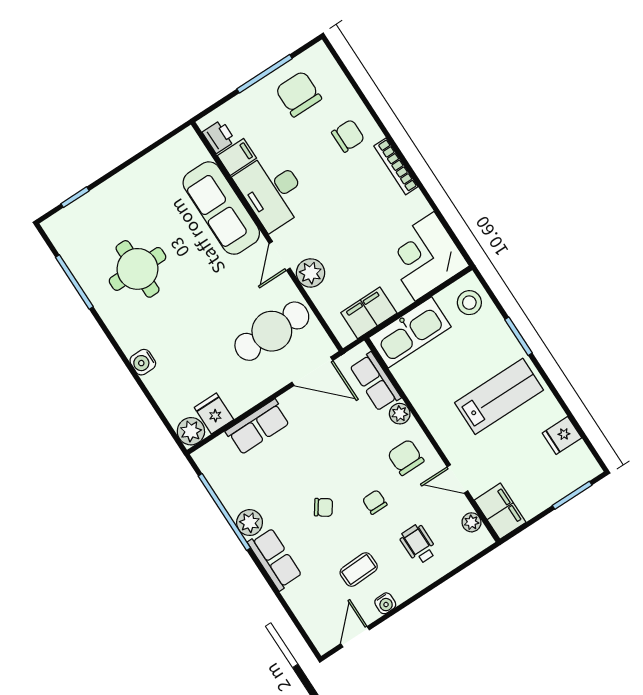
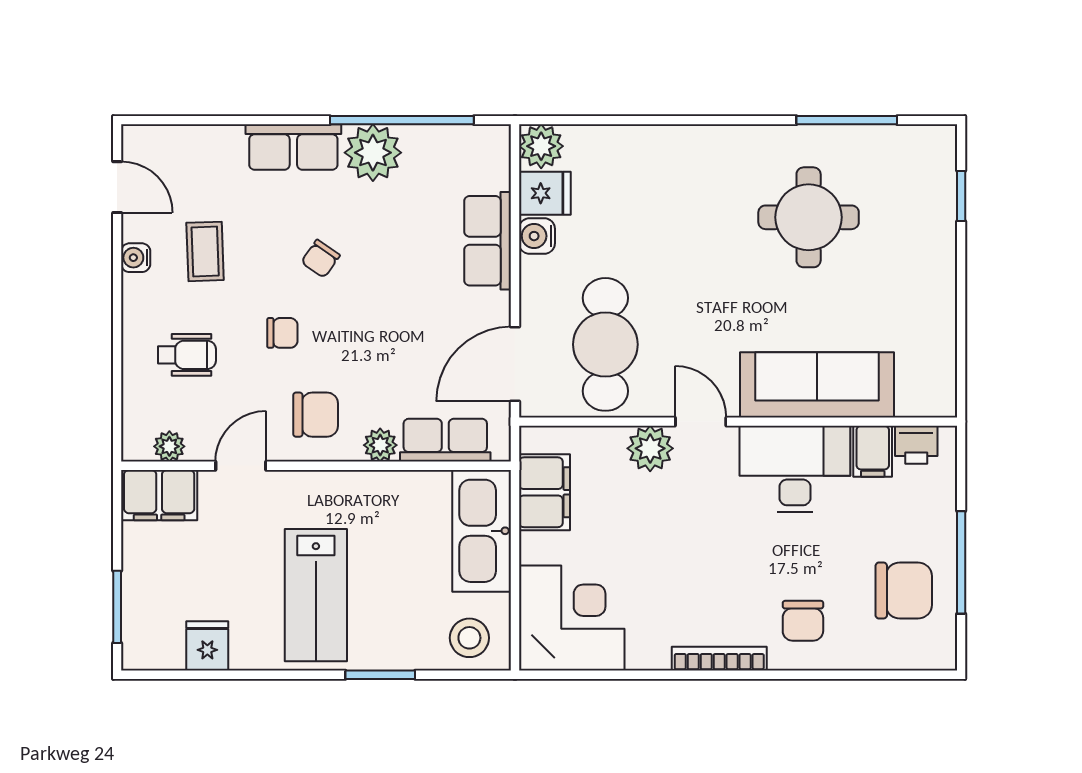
water cooler: (143, 362) -> (537, 236), moved, turned -90
plant: (250, 523) -> (373, 153), width x1.36, depth x1.36

